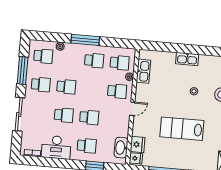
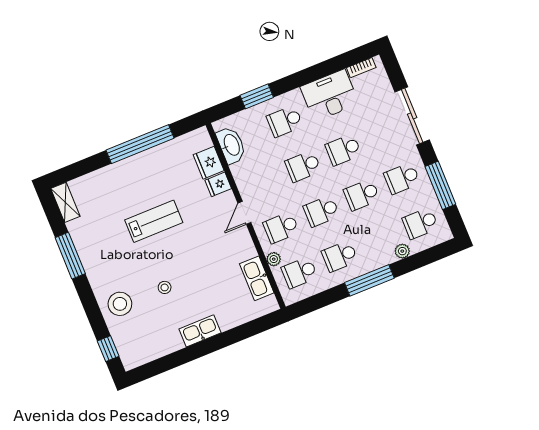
school desk: (92, 89) -> (321, 211), added
lab bench: (182, 129) -> (154, 221), width x0.73, depth x0.72
fridge: (136, 158) -> (218, 184), moved

